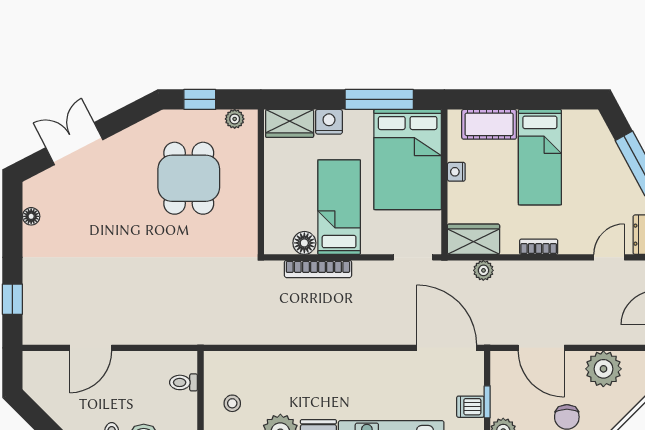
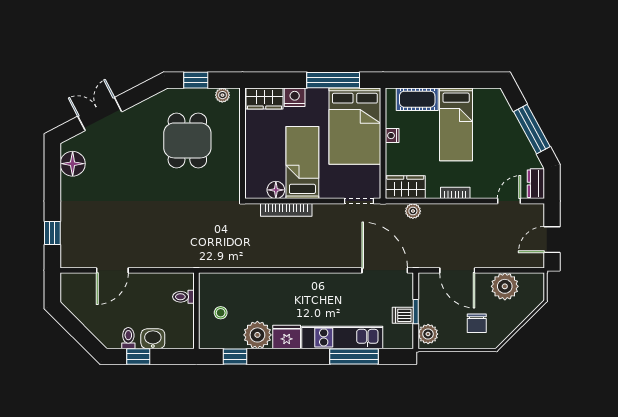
floor lamp: (31, 216) -> (73, 164), width x1.89, depth x1.89

